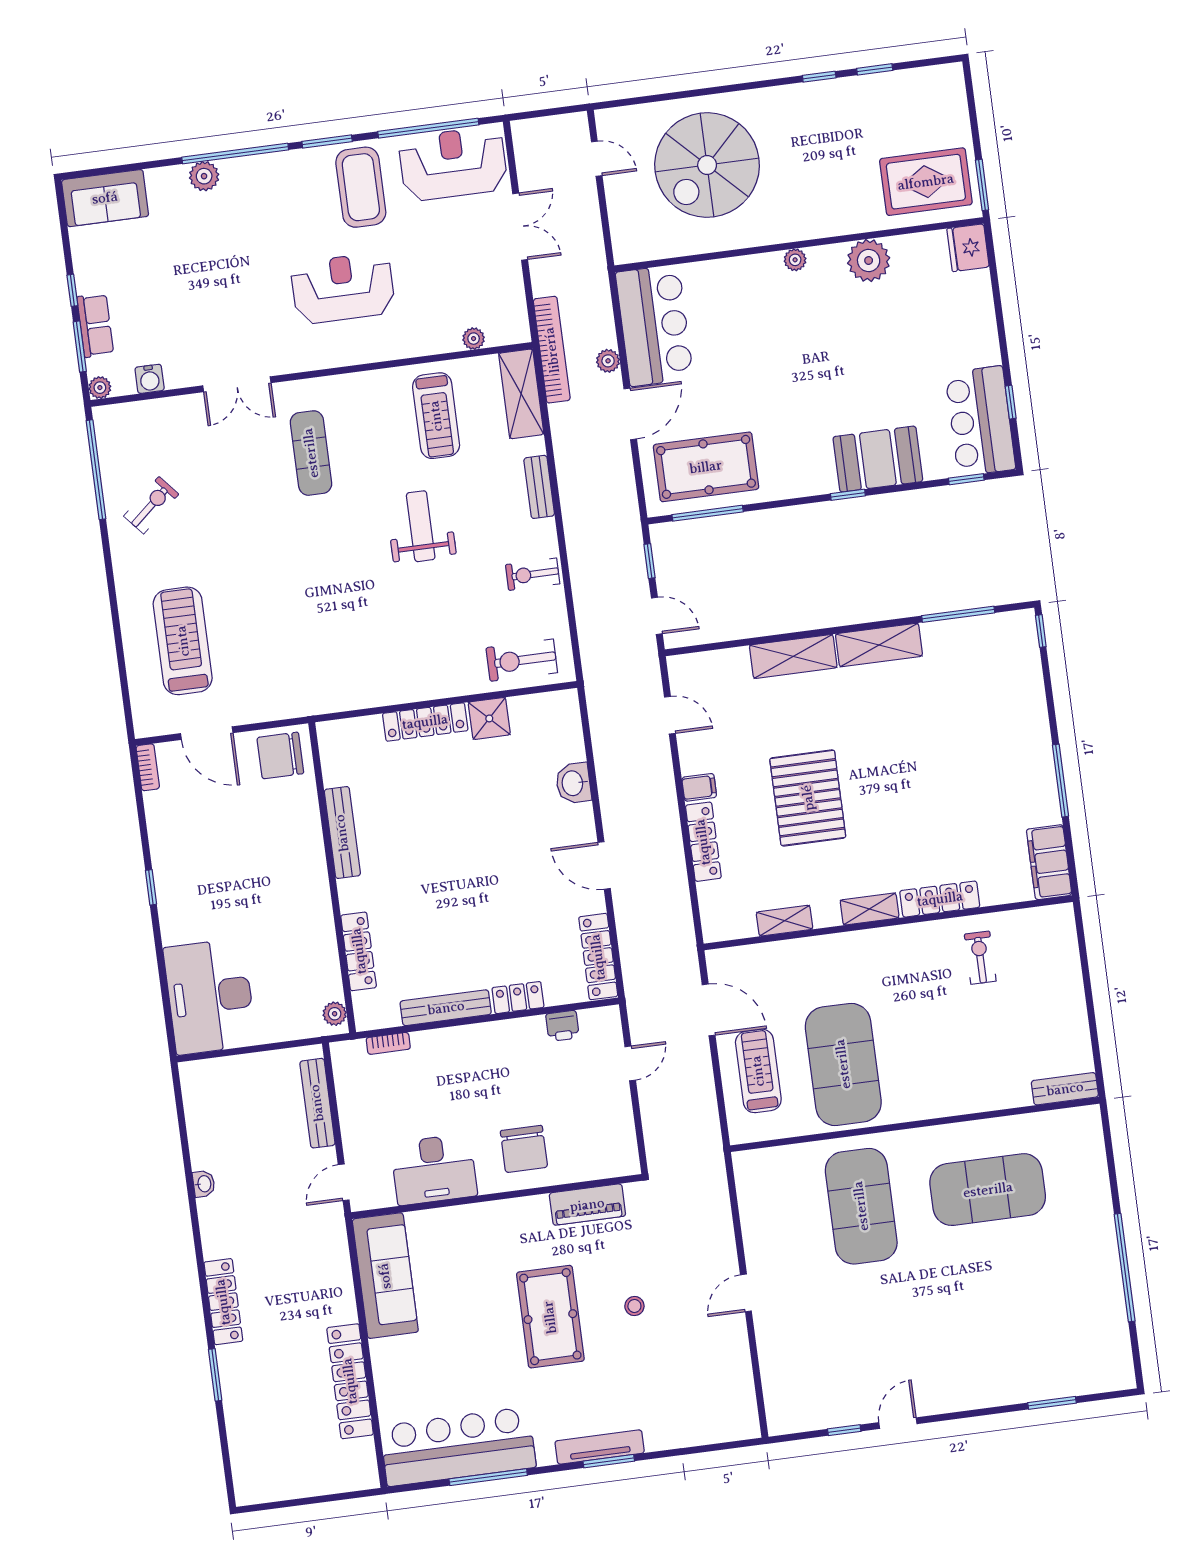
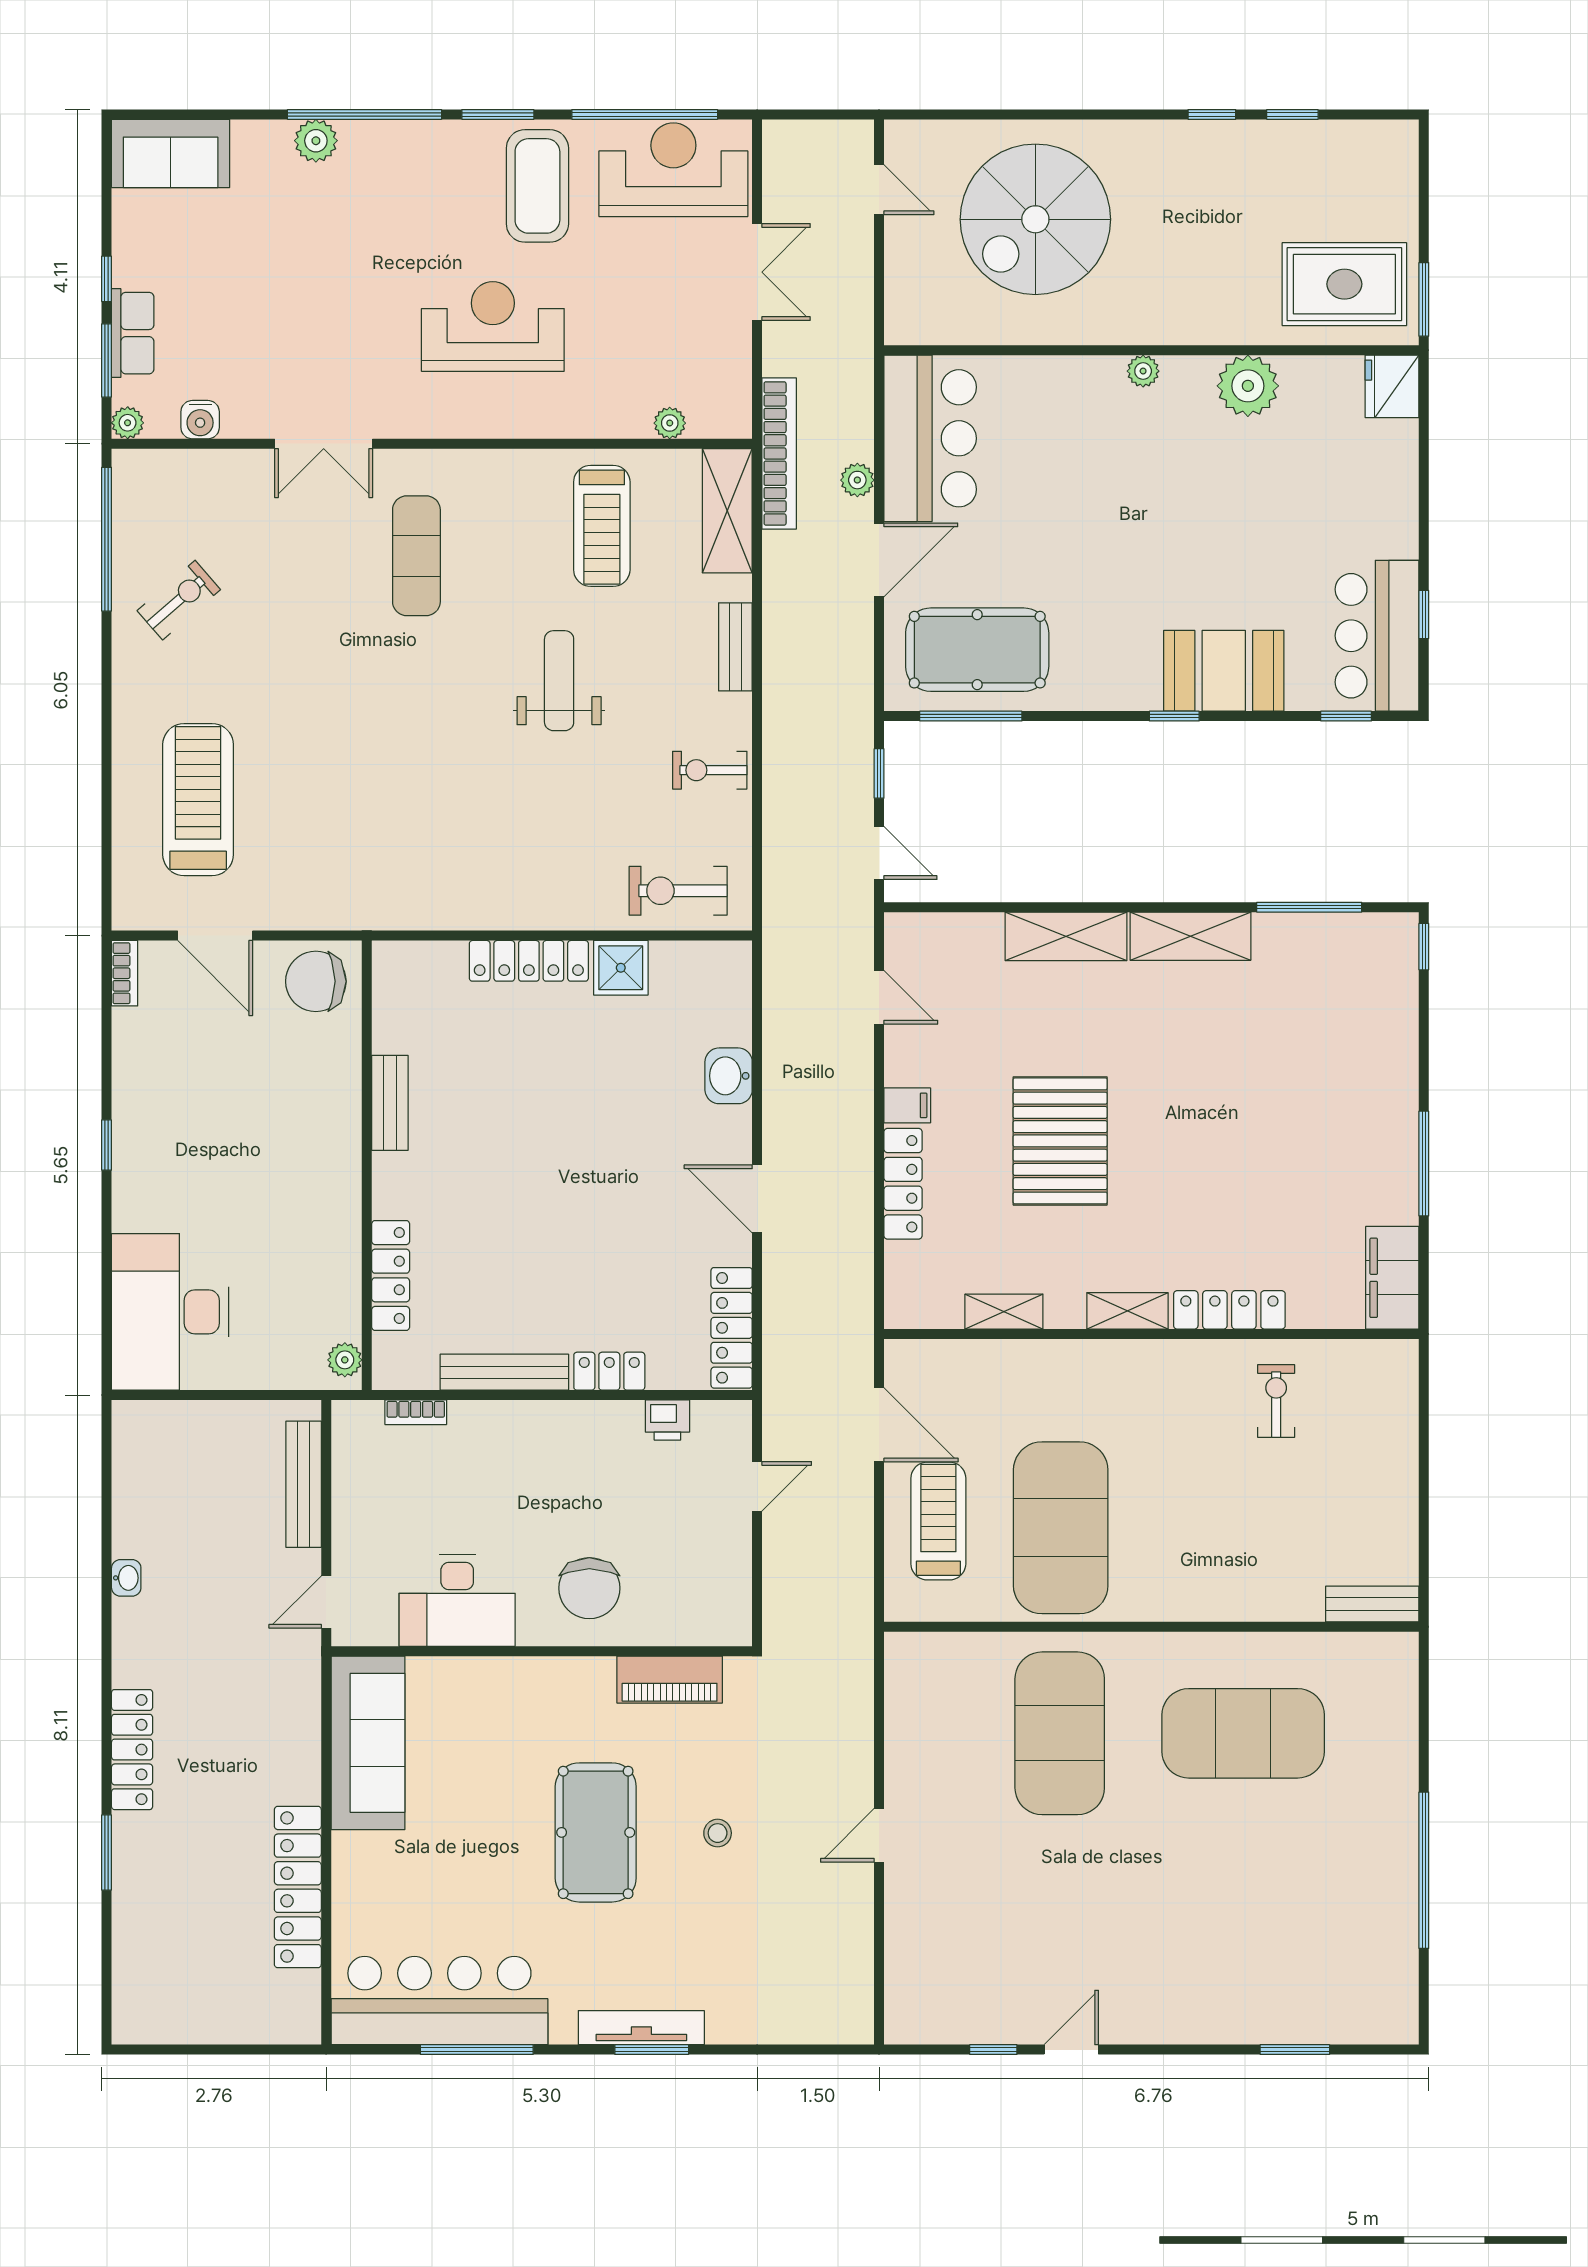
bench: (342, 833) -> (390, 1103), width x0.73

